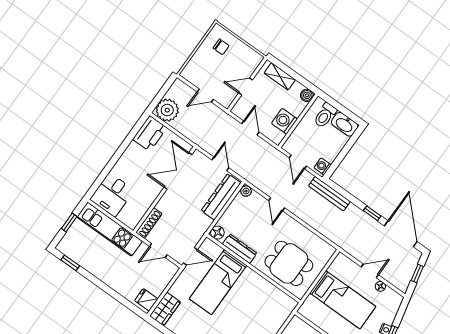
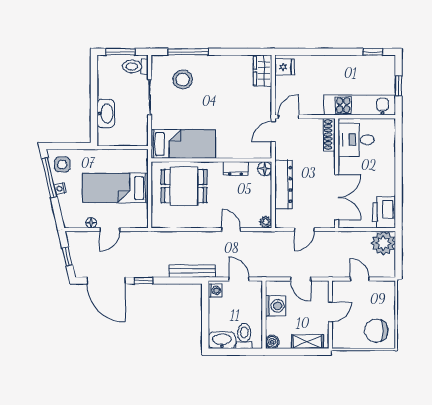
chair: (221, 47) -> (376, 331), width x1.87, depth x1.87
door: (205, 96) -> (360, 279), hinge flipped
door: (220, 164) -> (304, 230), hinge flipped
desk: (112, 195) -> (356, 140), moved, turned -90
dresser: (221, 197) -> (284, 184), moved
dresser: (240, 249) -> (236, 169), width x0.70
door: (158, 251) -> (288, 117), moved
bed: (218, 282) -> (183, 144), moved, turned 90

